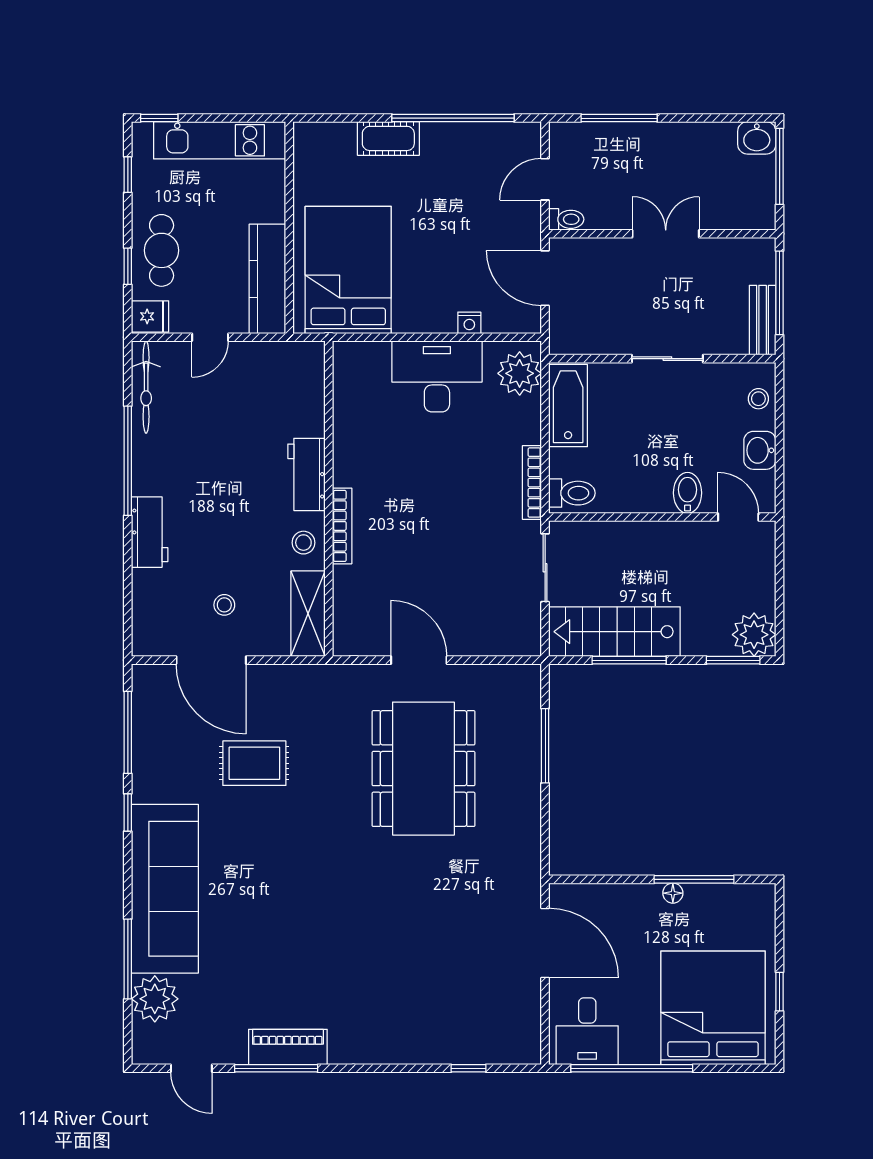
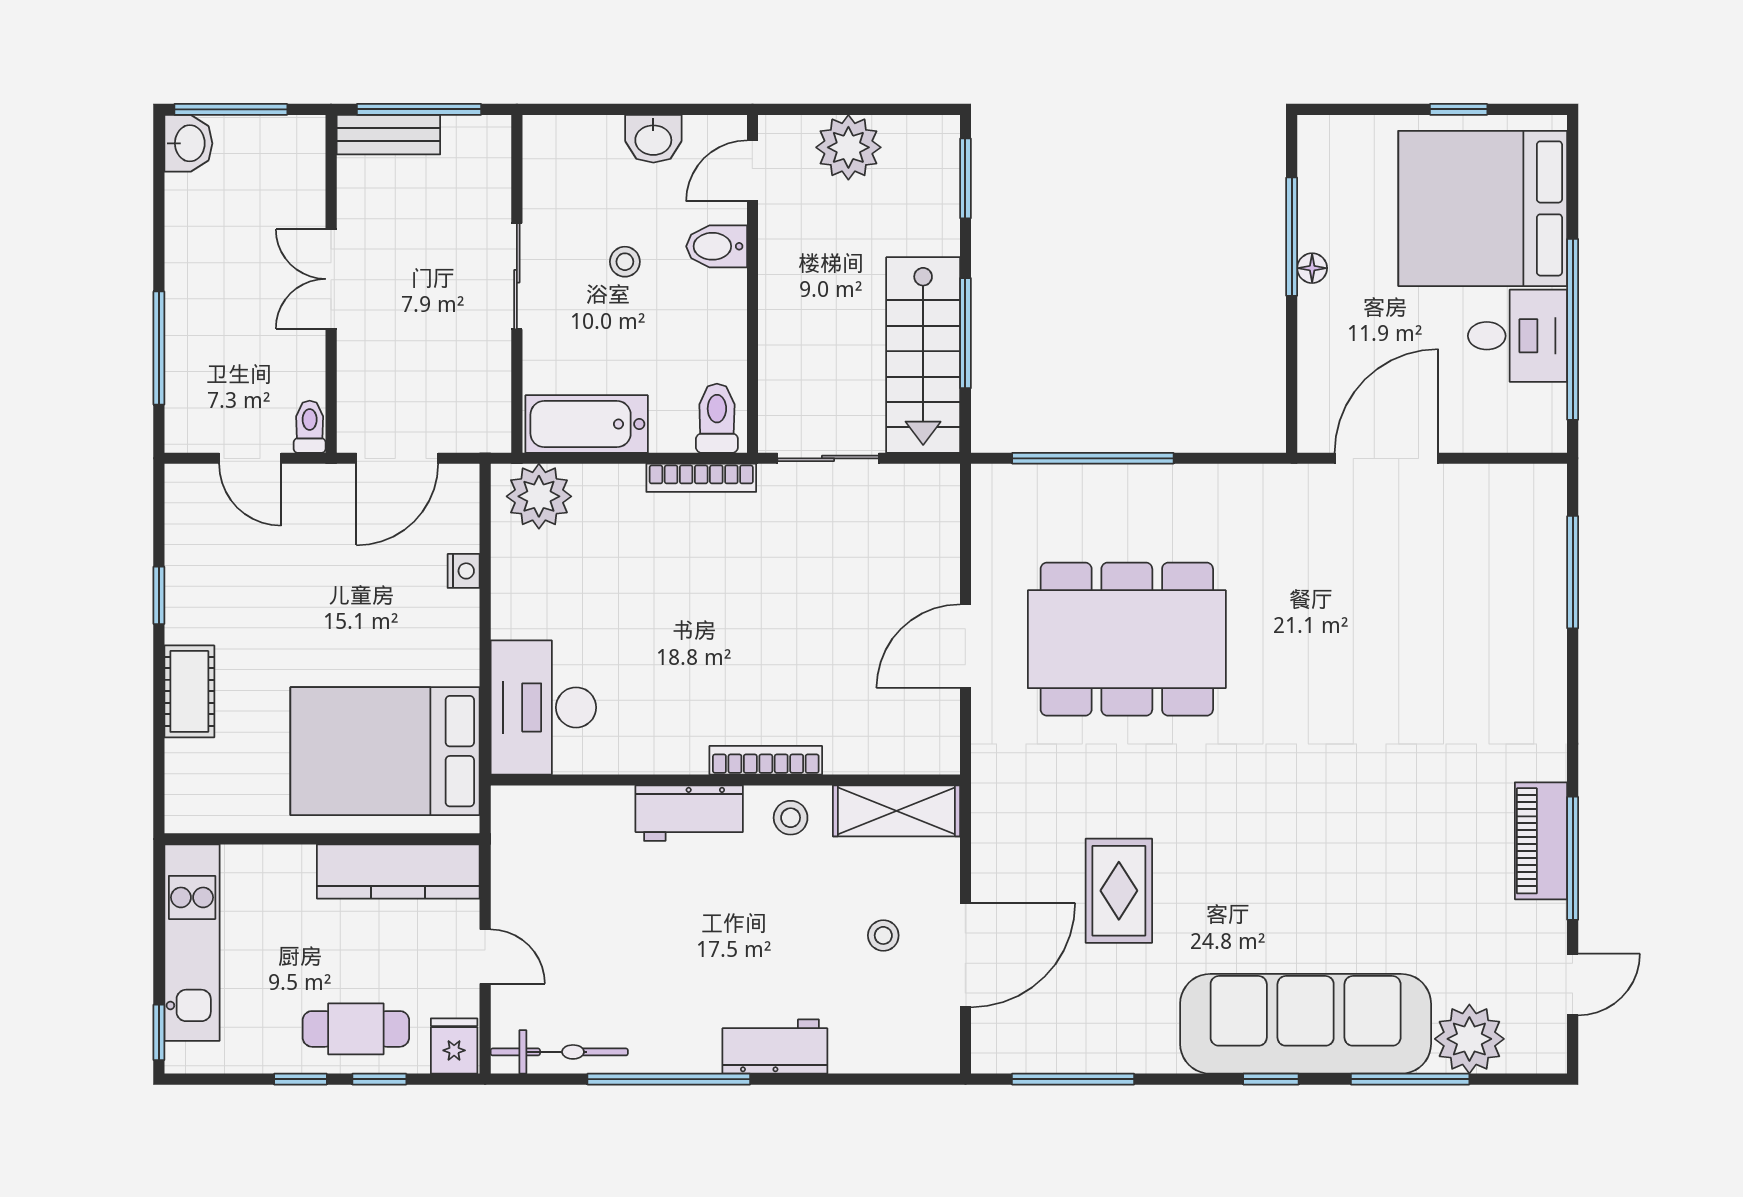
window: (453, 118) -> (159, 595), width x0.32
window: (128, 175) -> (300, 1079), moved
bench: (763, 320) -> (388, 135), moved
desk: (437, 376) -> (543, 707), moved
stool: (758, 399) -> (625, 262), moved
plant: (754, 635) -> (848, 147), moved
window: (545, 746) -> (1093, 458), width x1.46
window: (128, 812) -> (1271, 1079), moved
desk: (587, 1031) -> (1518, 336), moved
window: (468, 1068) -> (1573, 572), width x2.17

